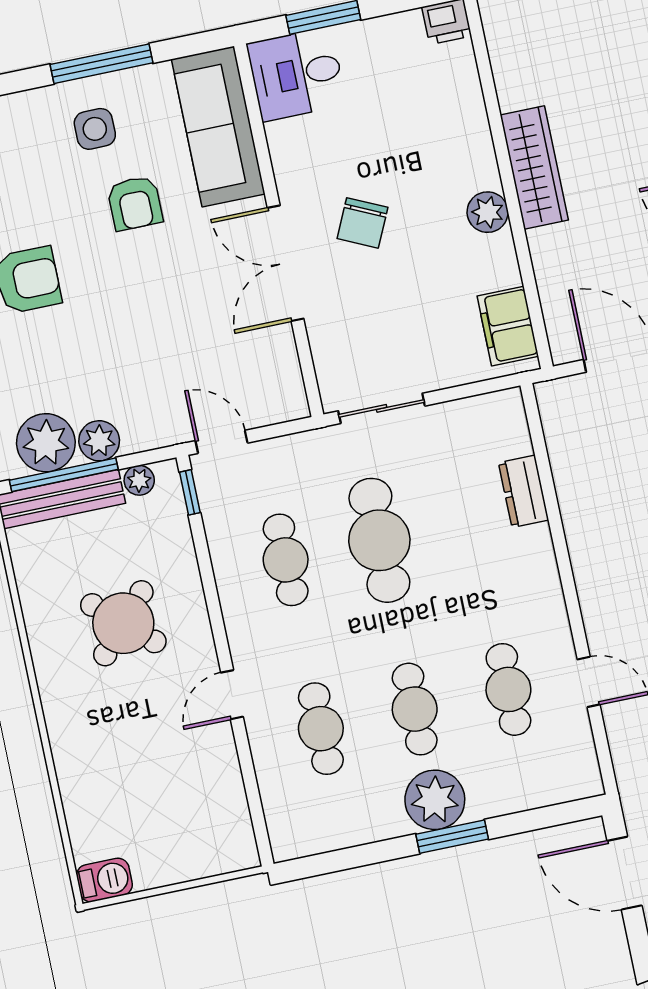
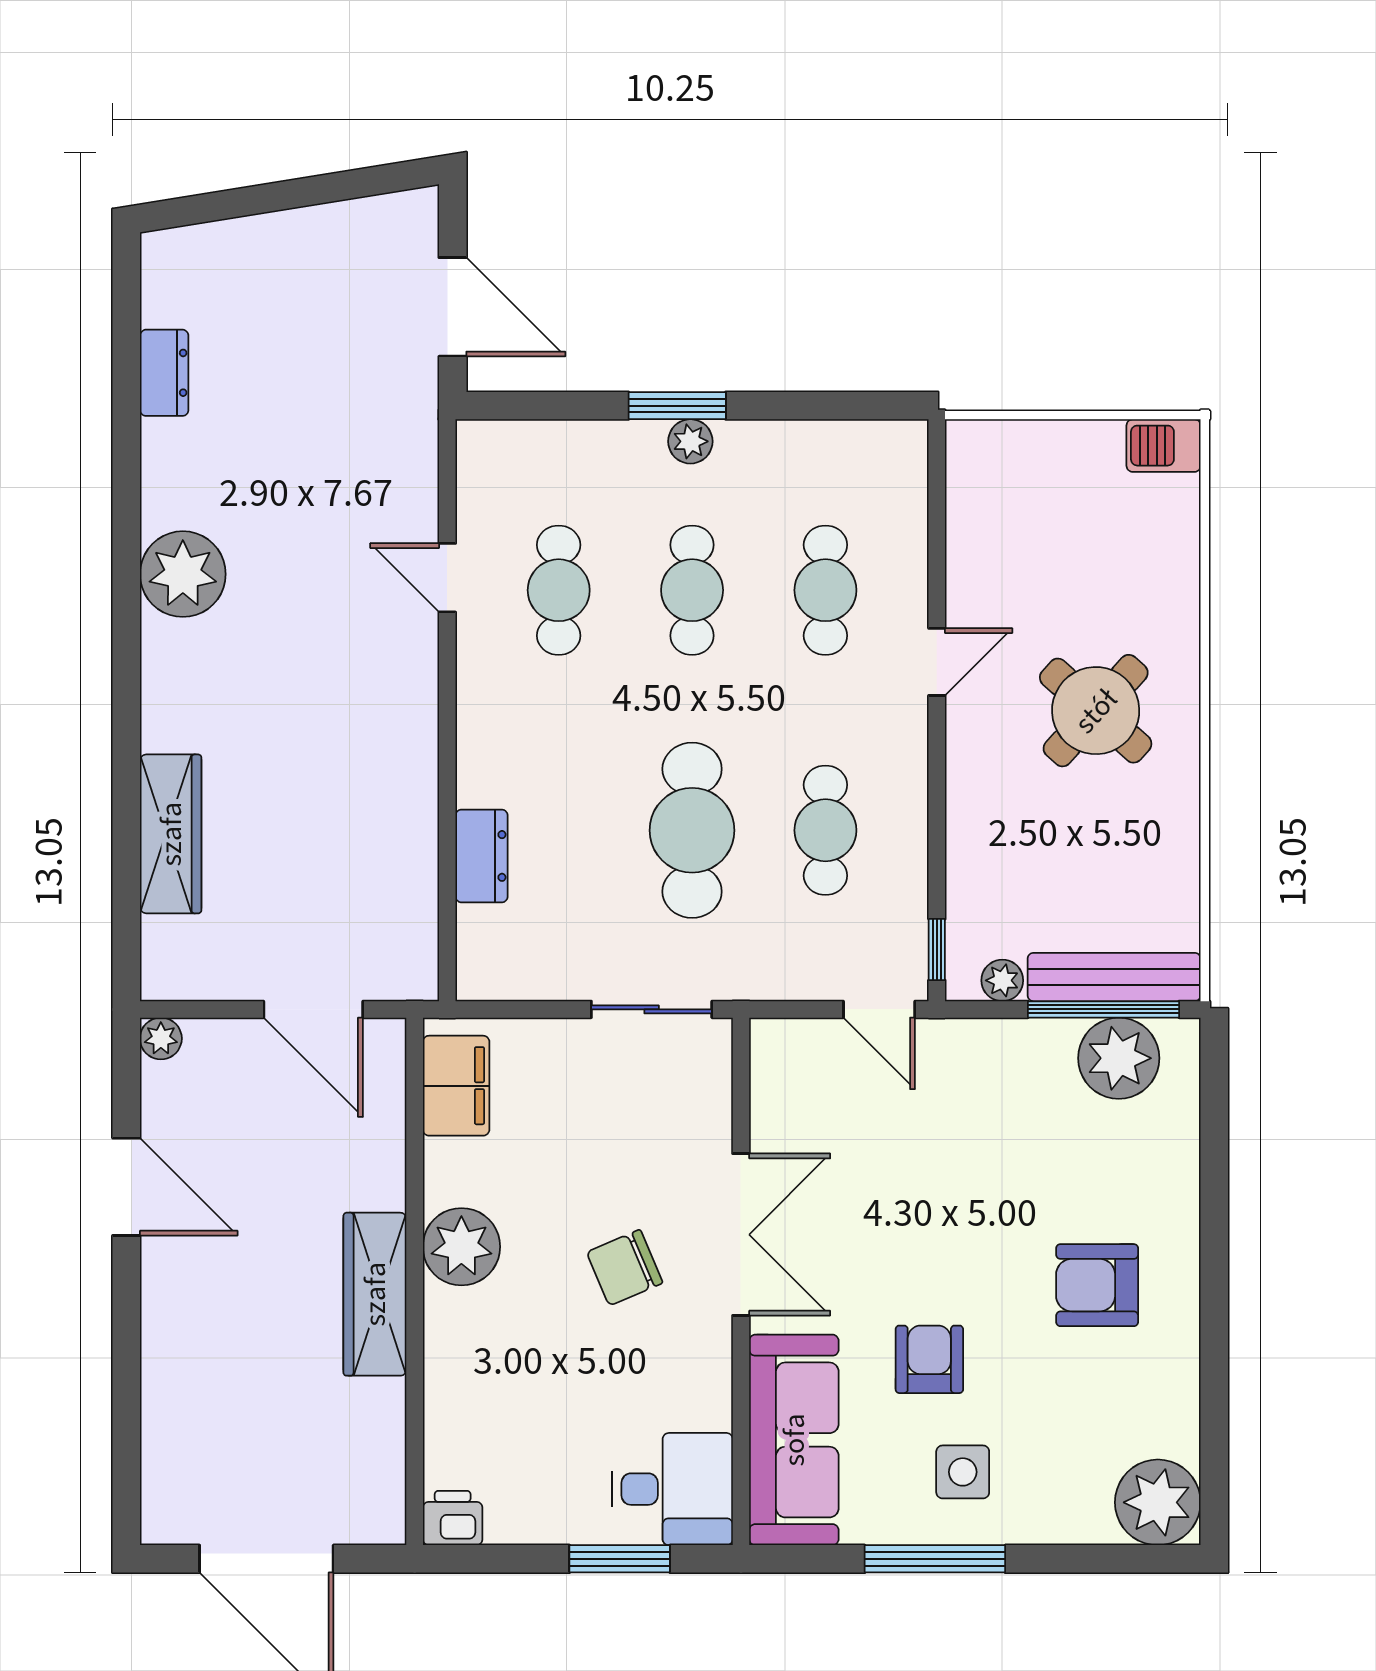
plant: (488, 212) -> (461, 1247), width x1.36, depth x1.36
chair: (362, 223) -> (625, 1268), turned -138
plant: (99, 441) -> (1046, 1046), removed
round table: (123, 623) -> (1096, 711), moved
plant: (435, 800) -> (690, 441), width x0.53, depth x0.53

